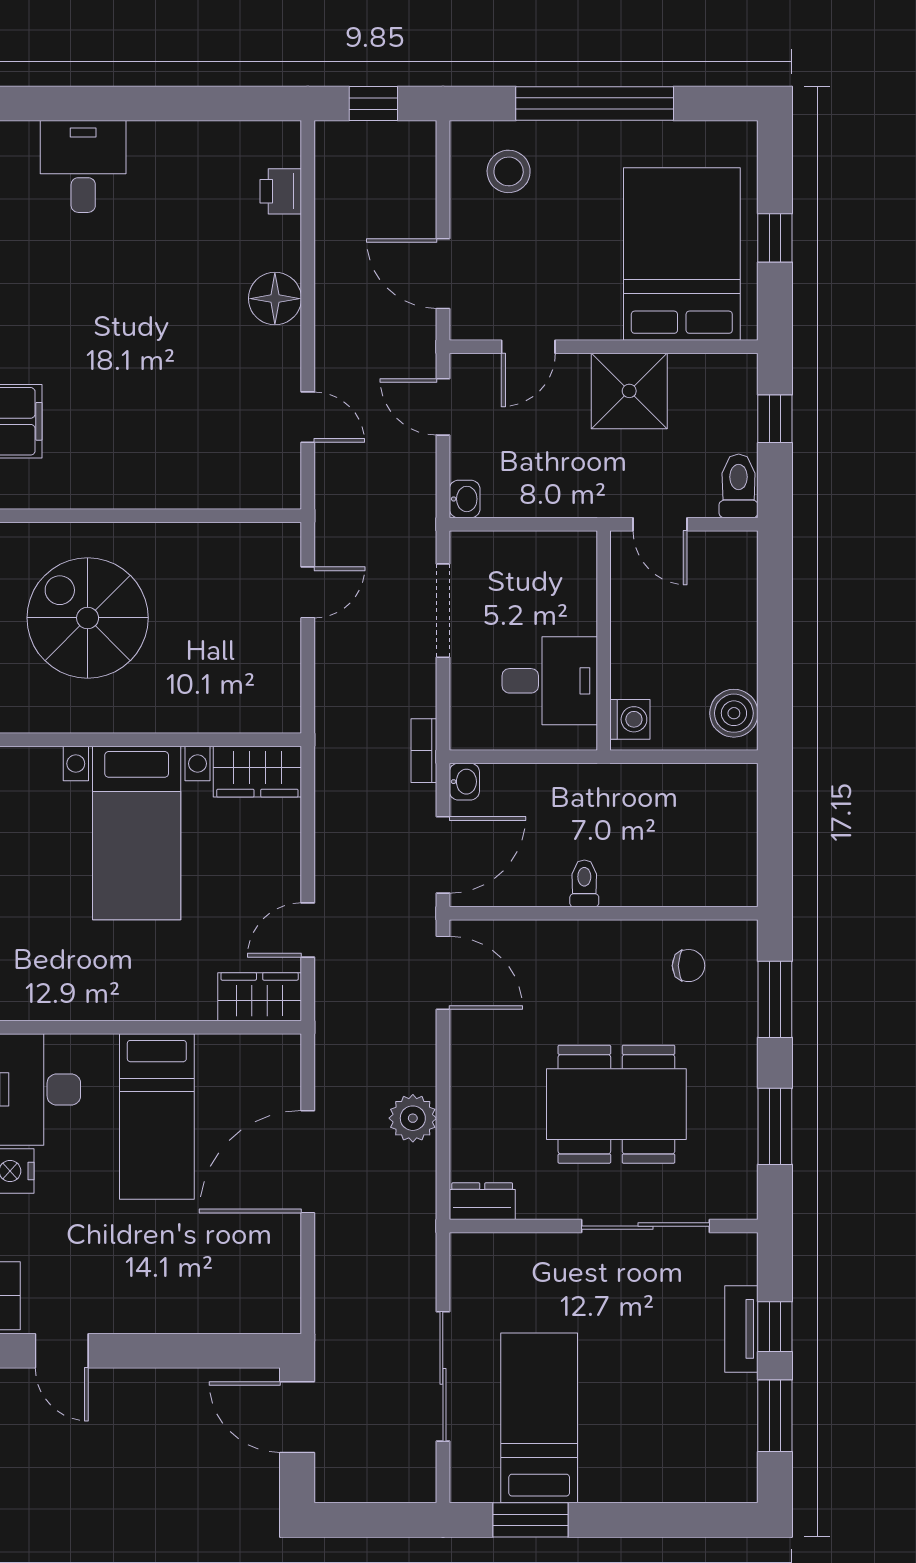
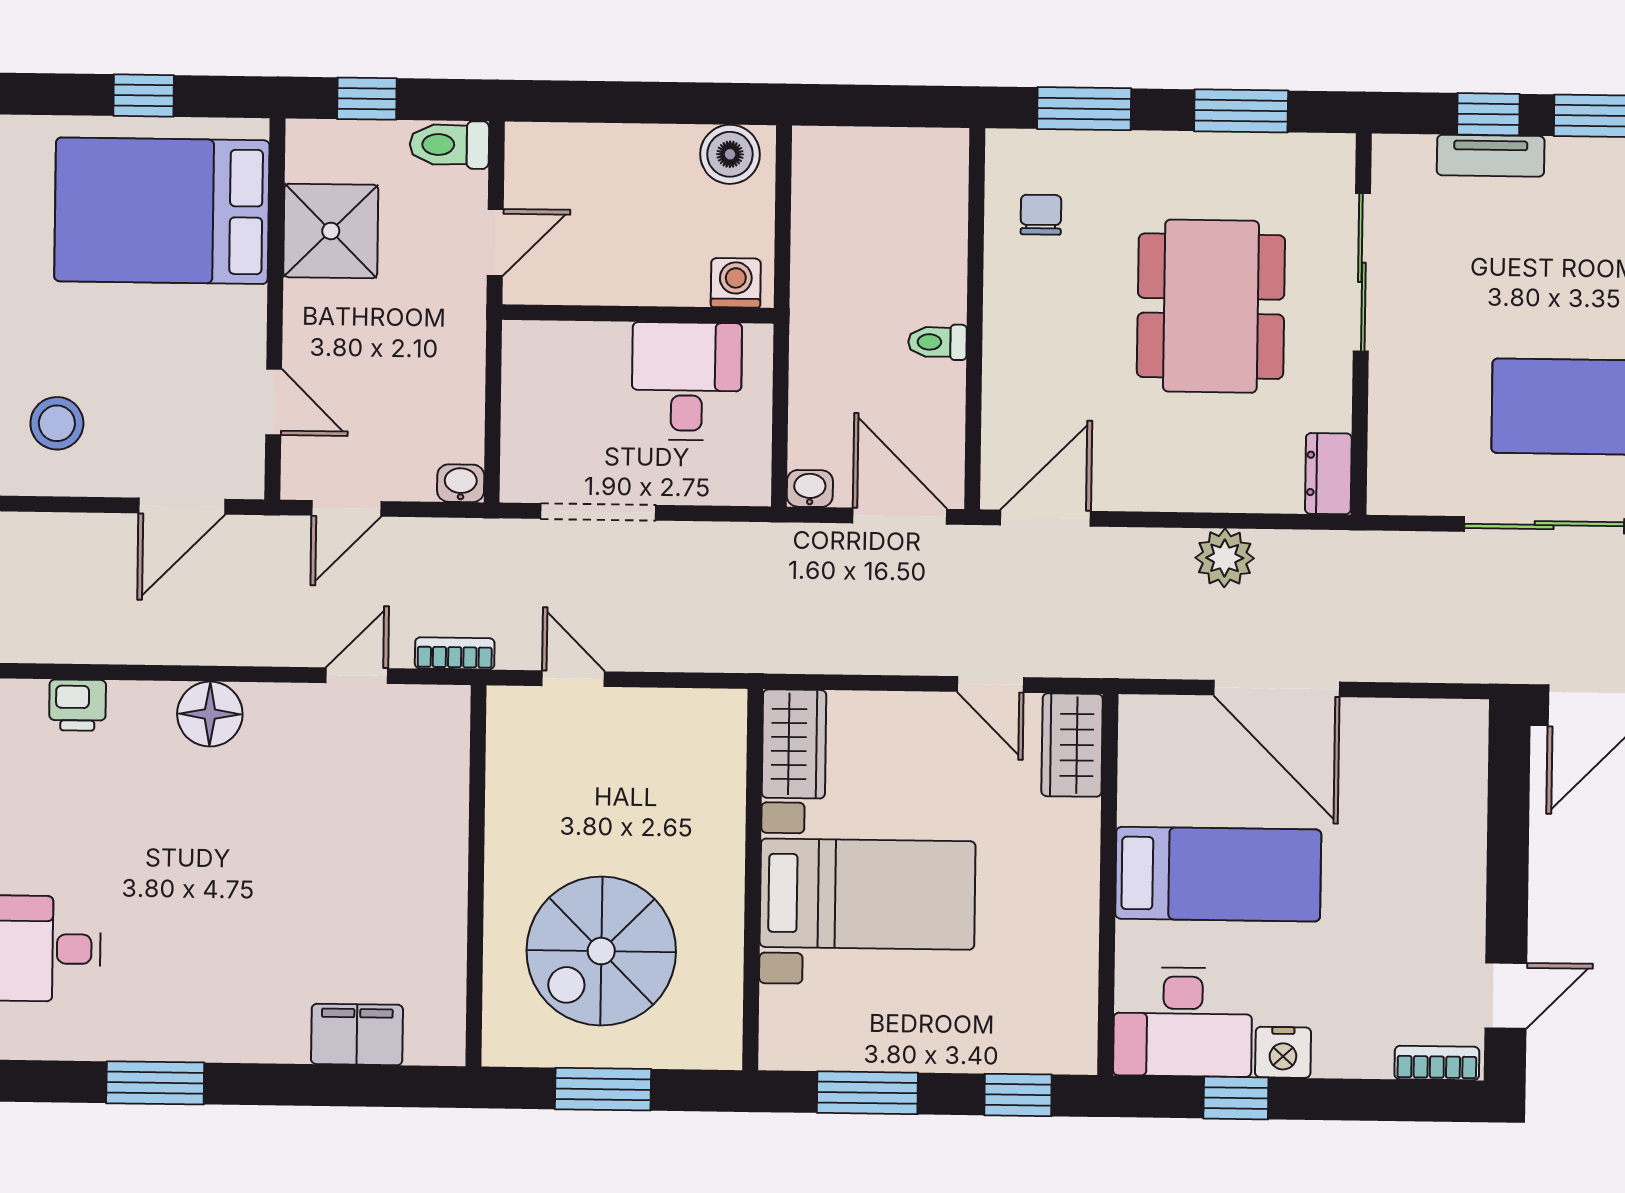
shower: (629, 391) -> (331, 231), moved
bookcase: (424, 751) -> (455, 653), moved, turned 180

